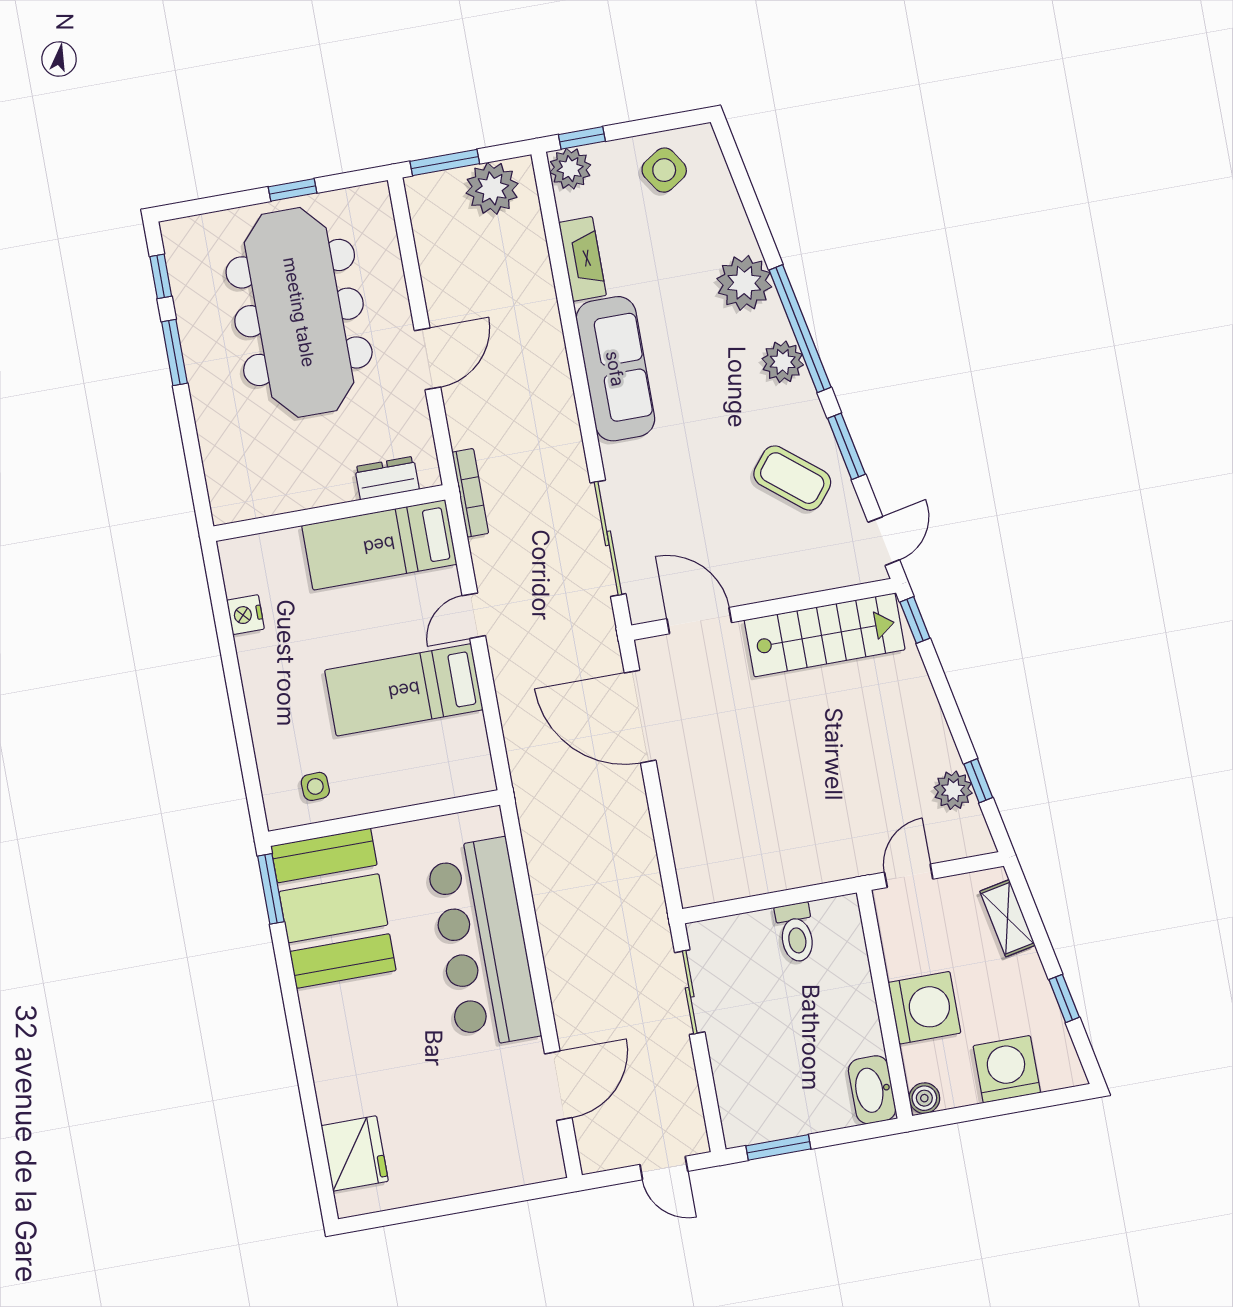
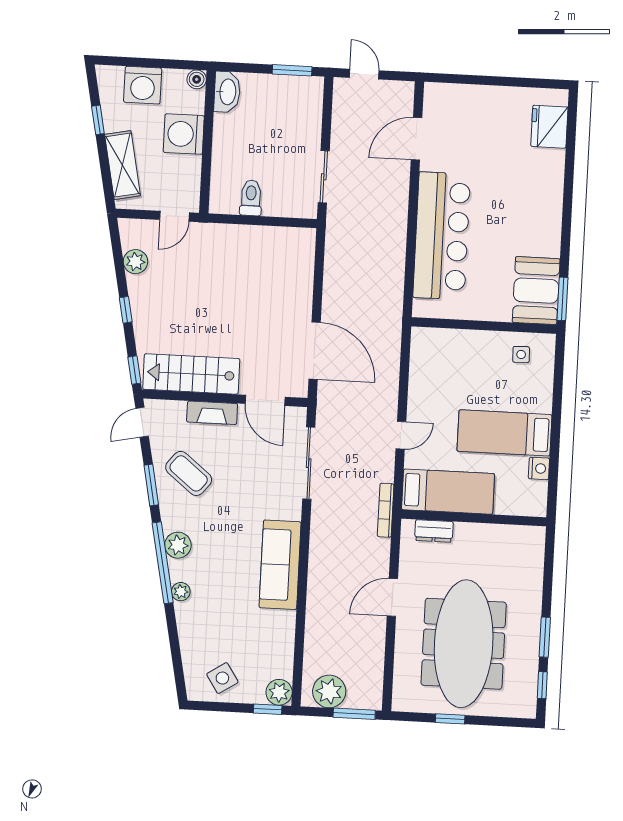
fireplace: (583, 259) -> (212, 413), moved, turned -90
plant: (744, 283) -> (181, 592), width x0.53, depth x0.53
bed: (404, 690) -> (504, 433), moved, turned 180
window: (978, 781) -> (126, 310), moved
booth: (333, 908) -> (536, 291), width x0.73, depth x0.70
shelving: (1007, 918) -> (122, 165), width x1.50, depth x1.33

